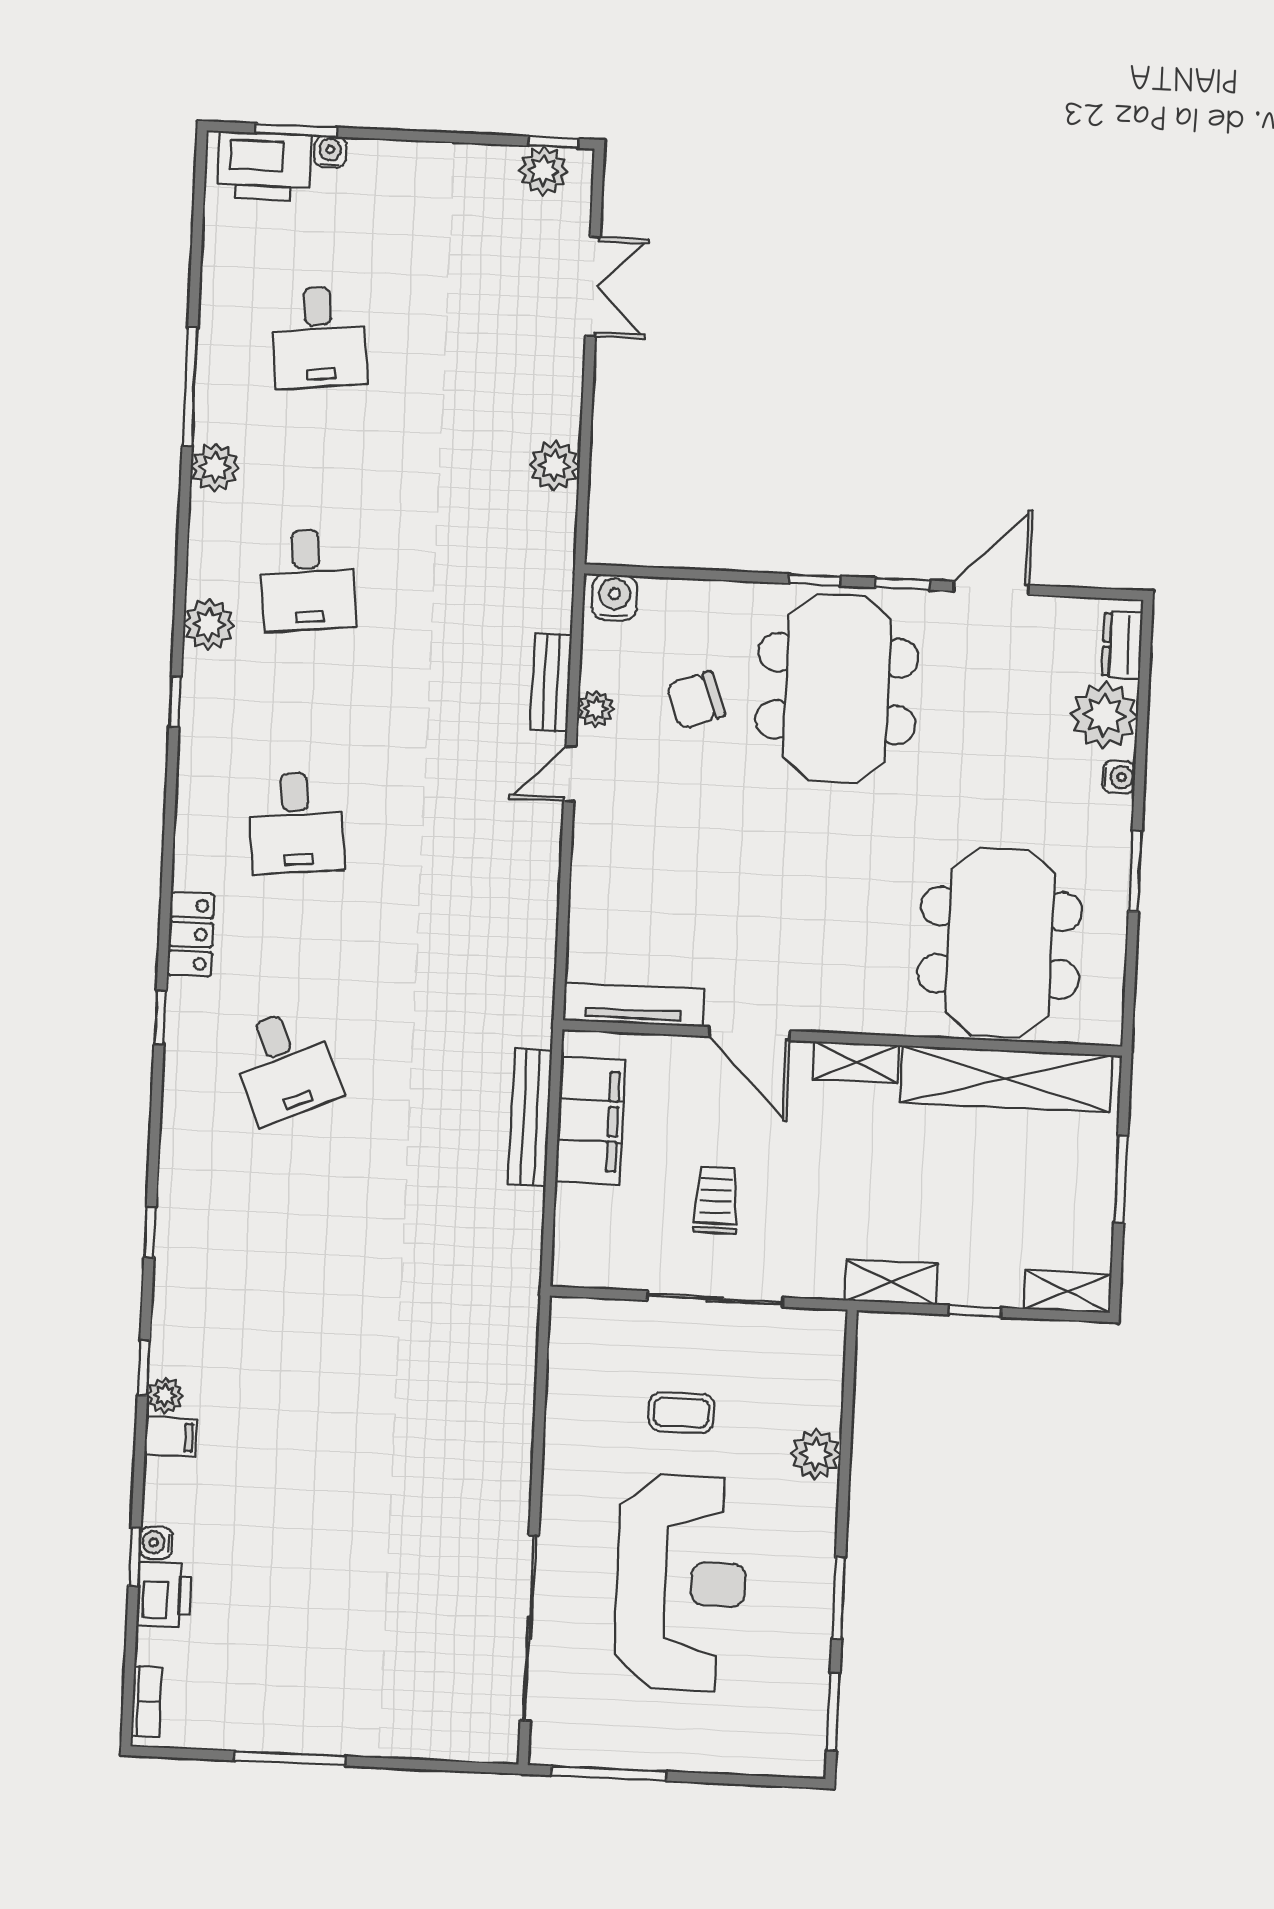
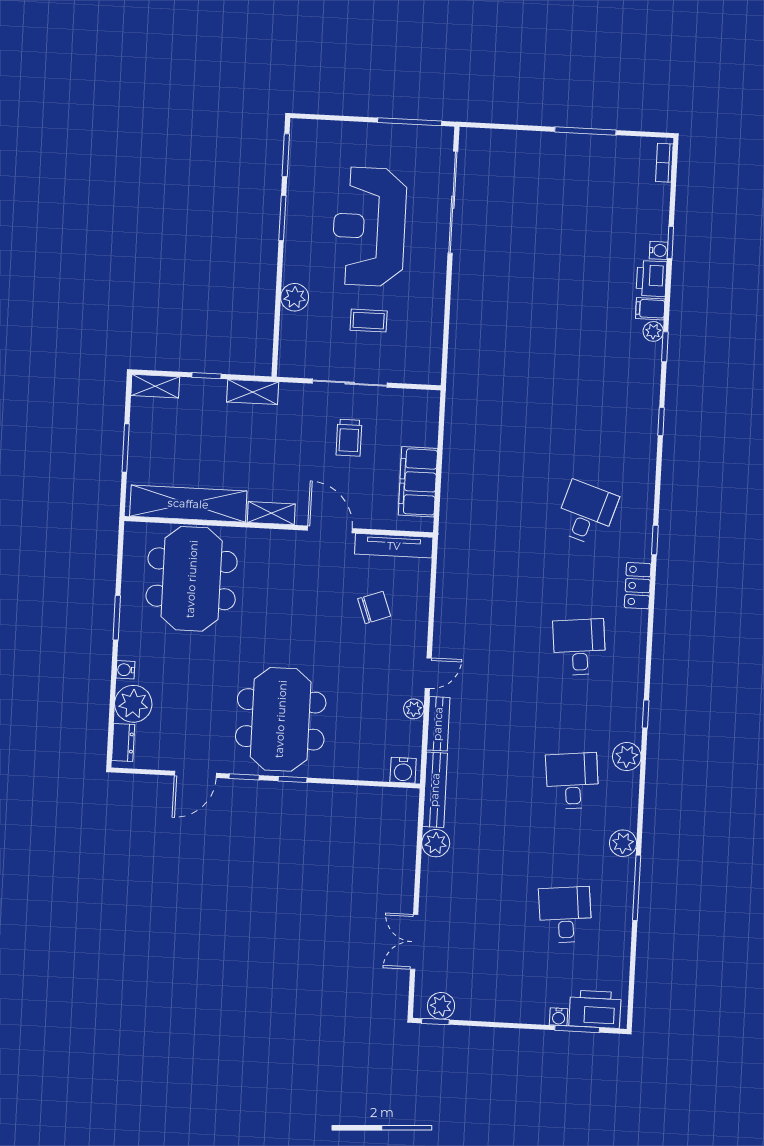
chair: (696, 700) -> (374, 607), moved
desk: (285, 1066) -> (586, 513), turned 42
bench: (530, 1117) -> (435, 790), moved
printer: (164, 1594) -> (651, 279), moved

